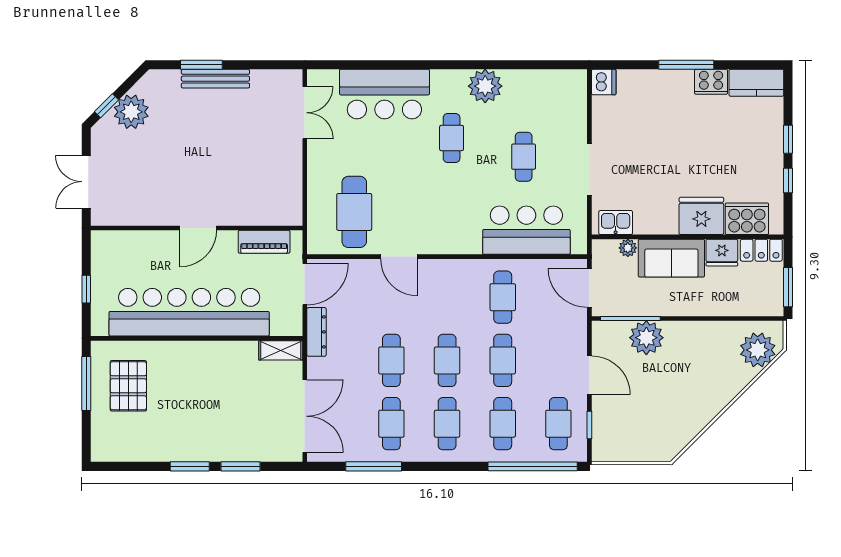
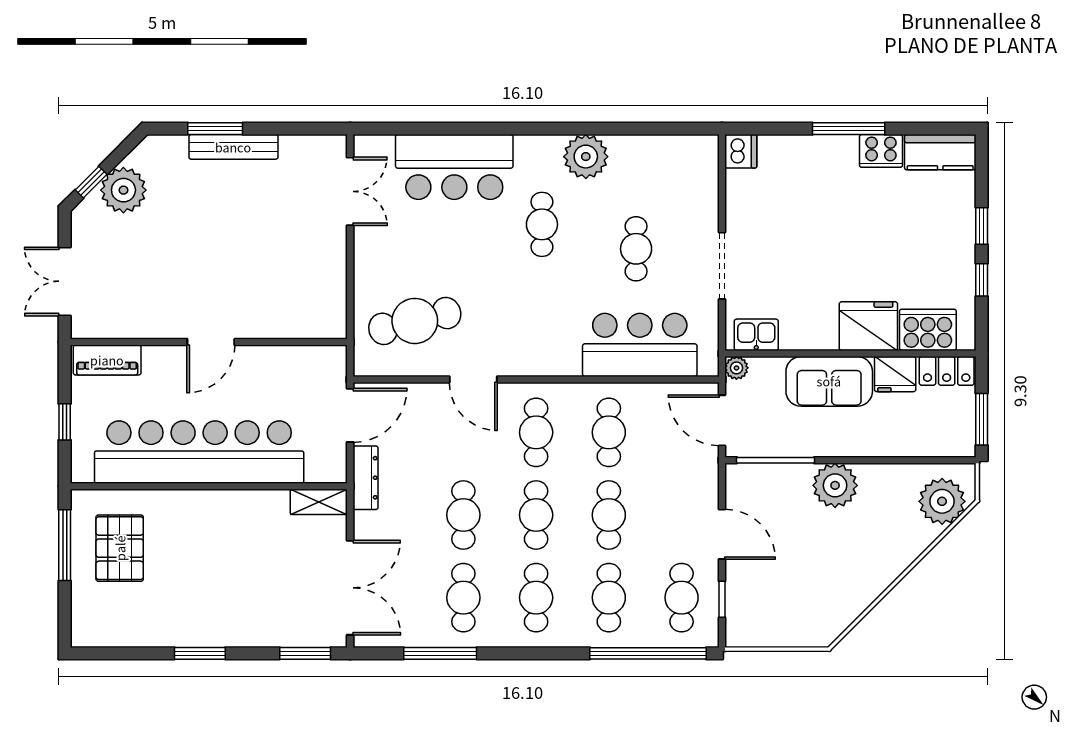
cafe table: (354, 212) -> (415, 321), turned 76
piano: (264, 242) -> (107, 360), moved
plant: (628, 248) -> (736, 368), moved
cafe table: (447, 297) -> (536, 432), added
plant: (646, 338) -> (835, 485), moved
window: (241, 466) -> (305, 653), moved

